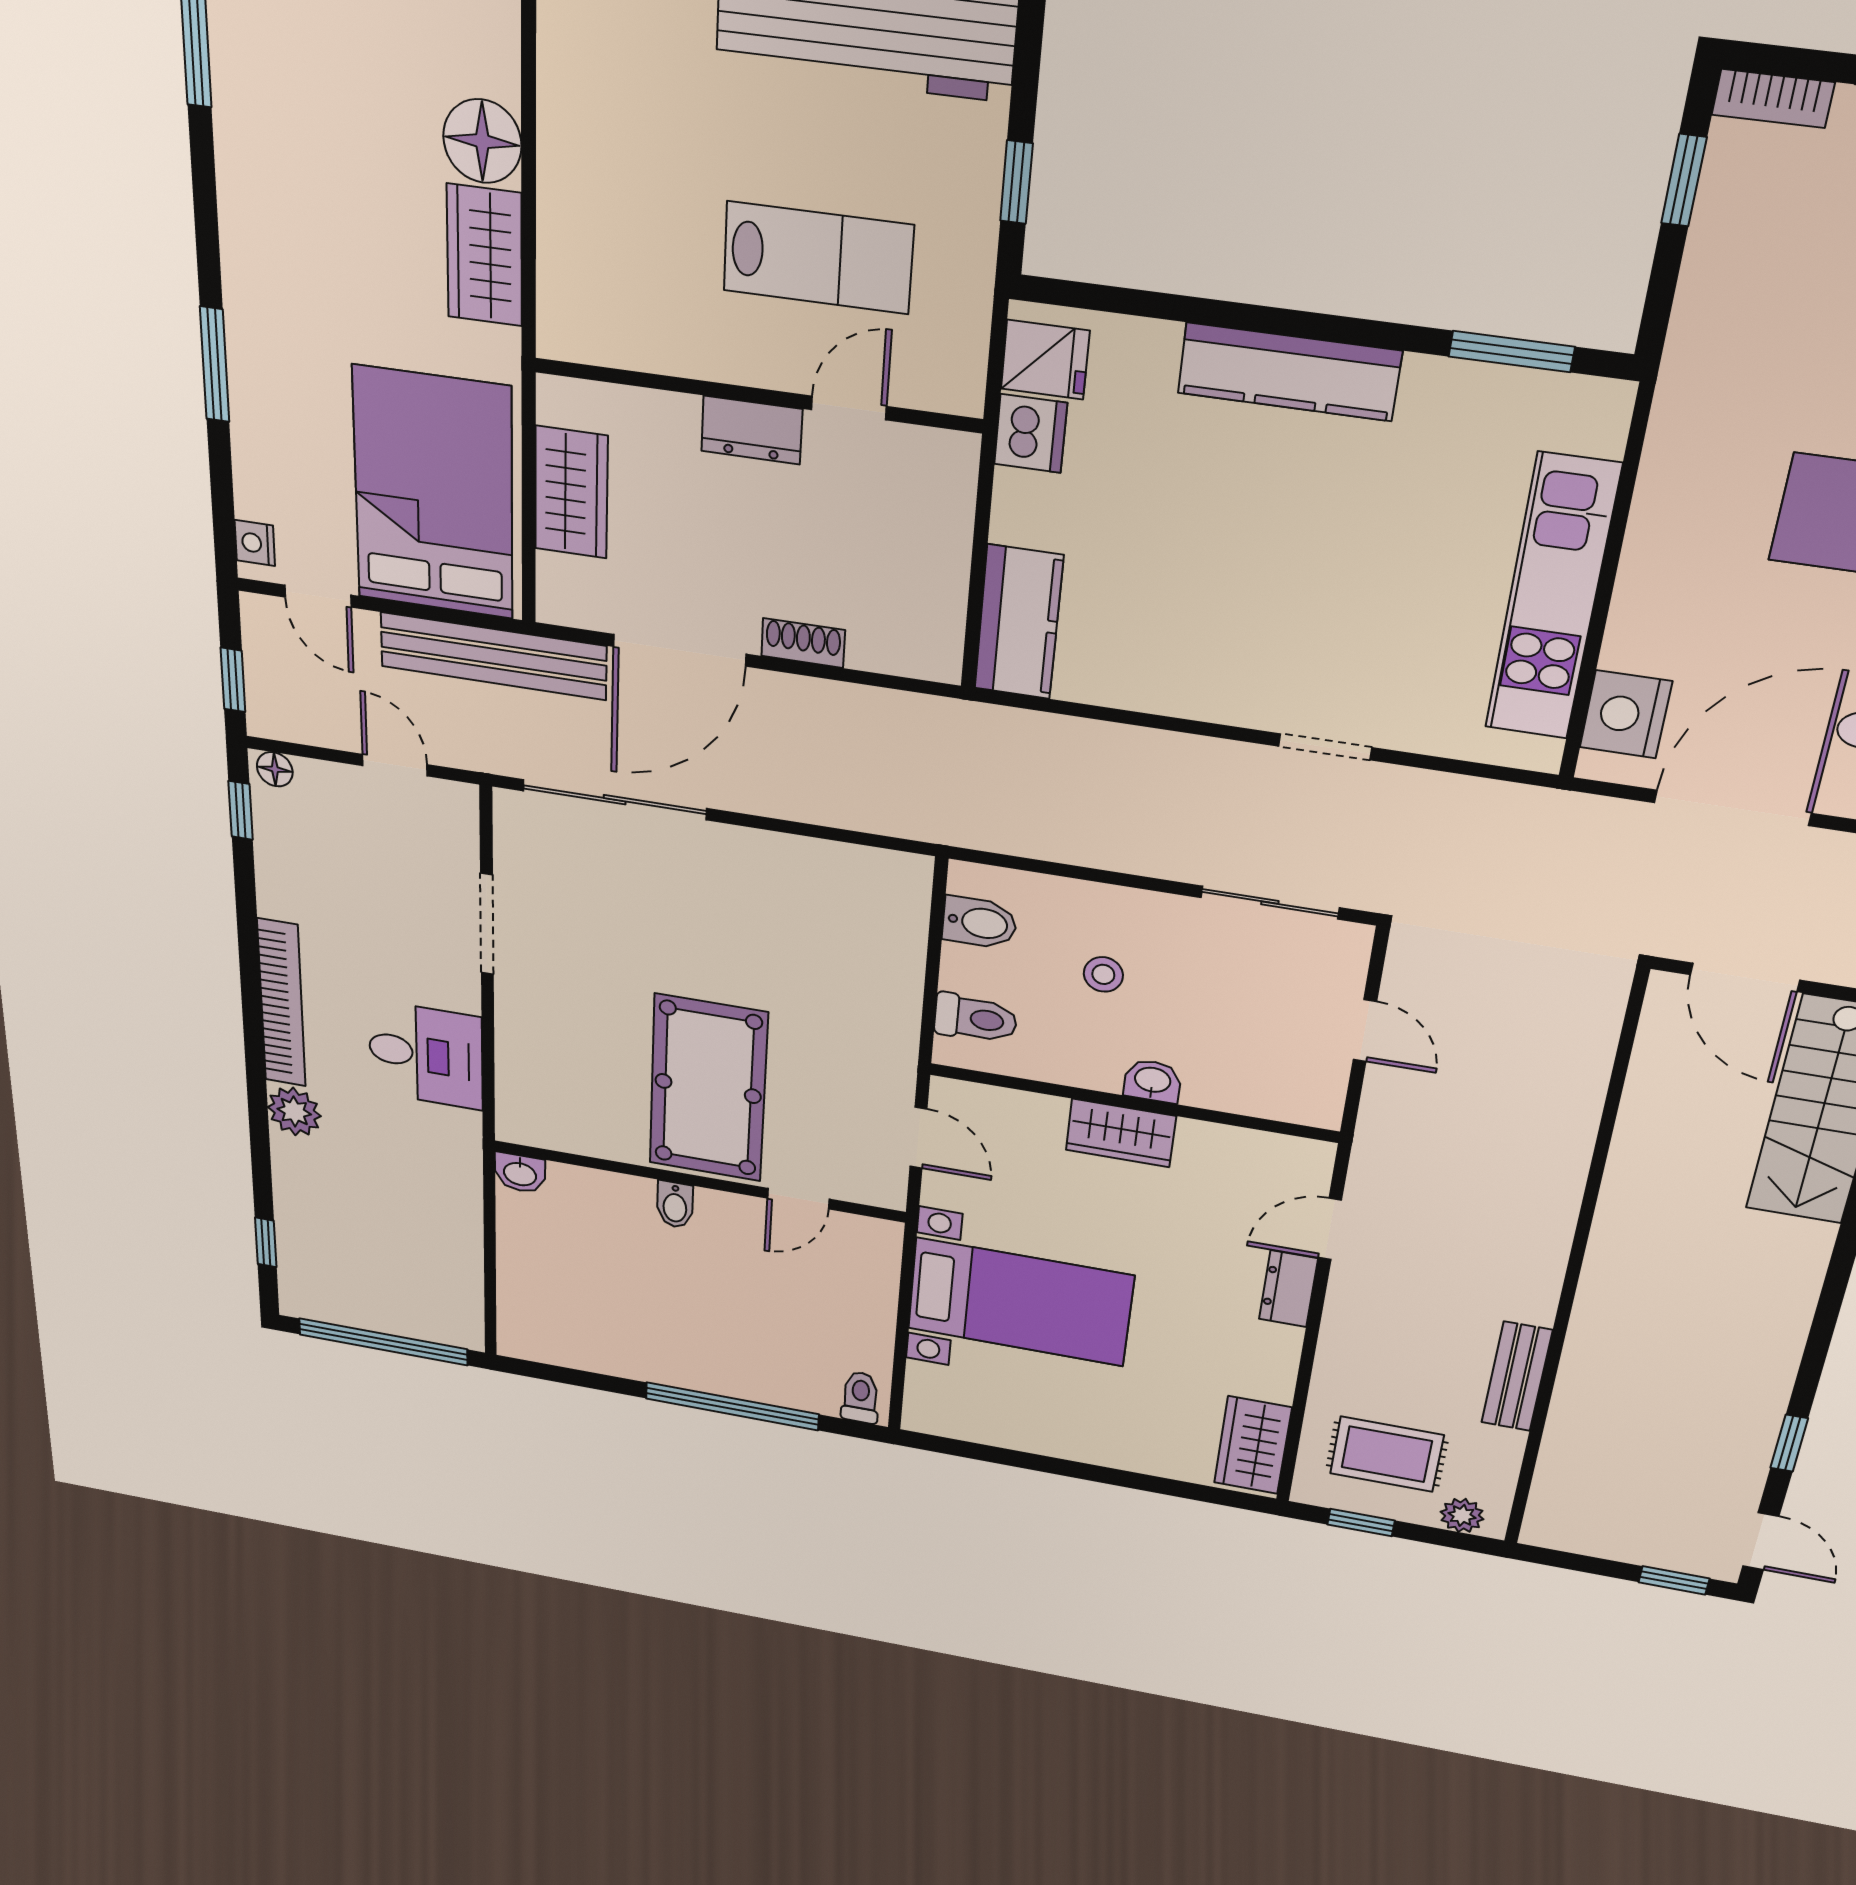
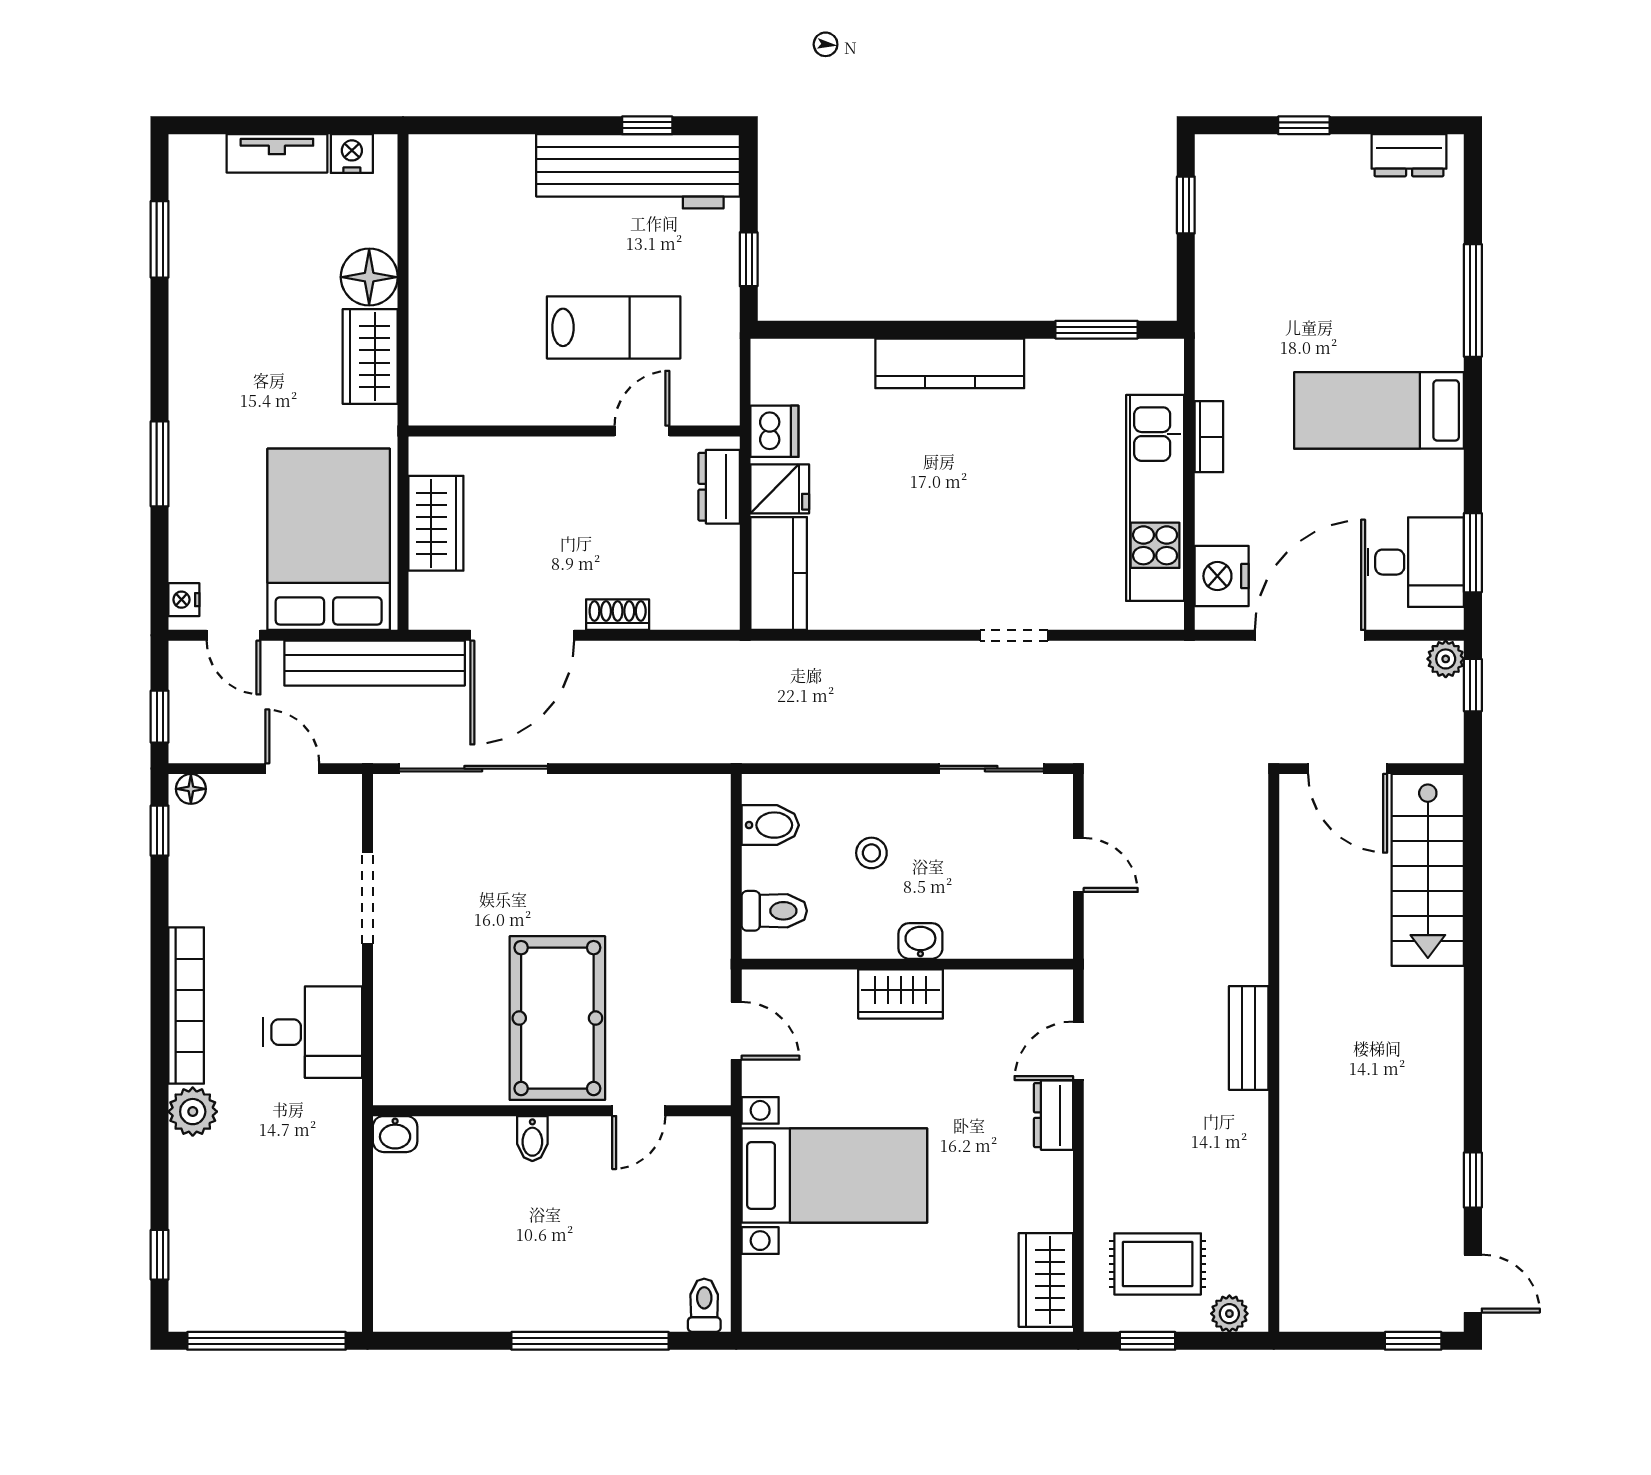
bookcase: (1773, 99) -> (1209, 437), moved, turned -90
fridge: (1045, 360) -> (780, 489), moved
dresser: (752, 430) -> (719, 487), moved, turned 90
bench: (1517, 1377) -> (1249, 1038), moved

